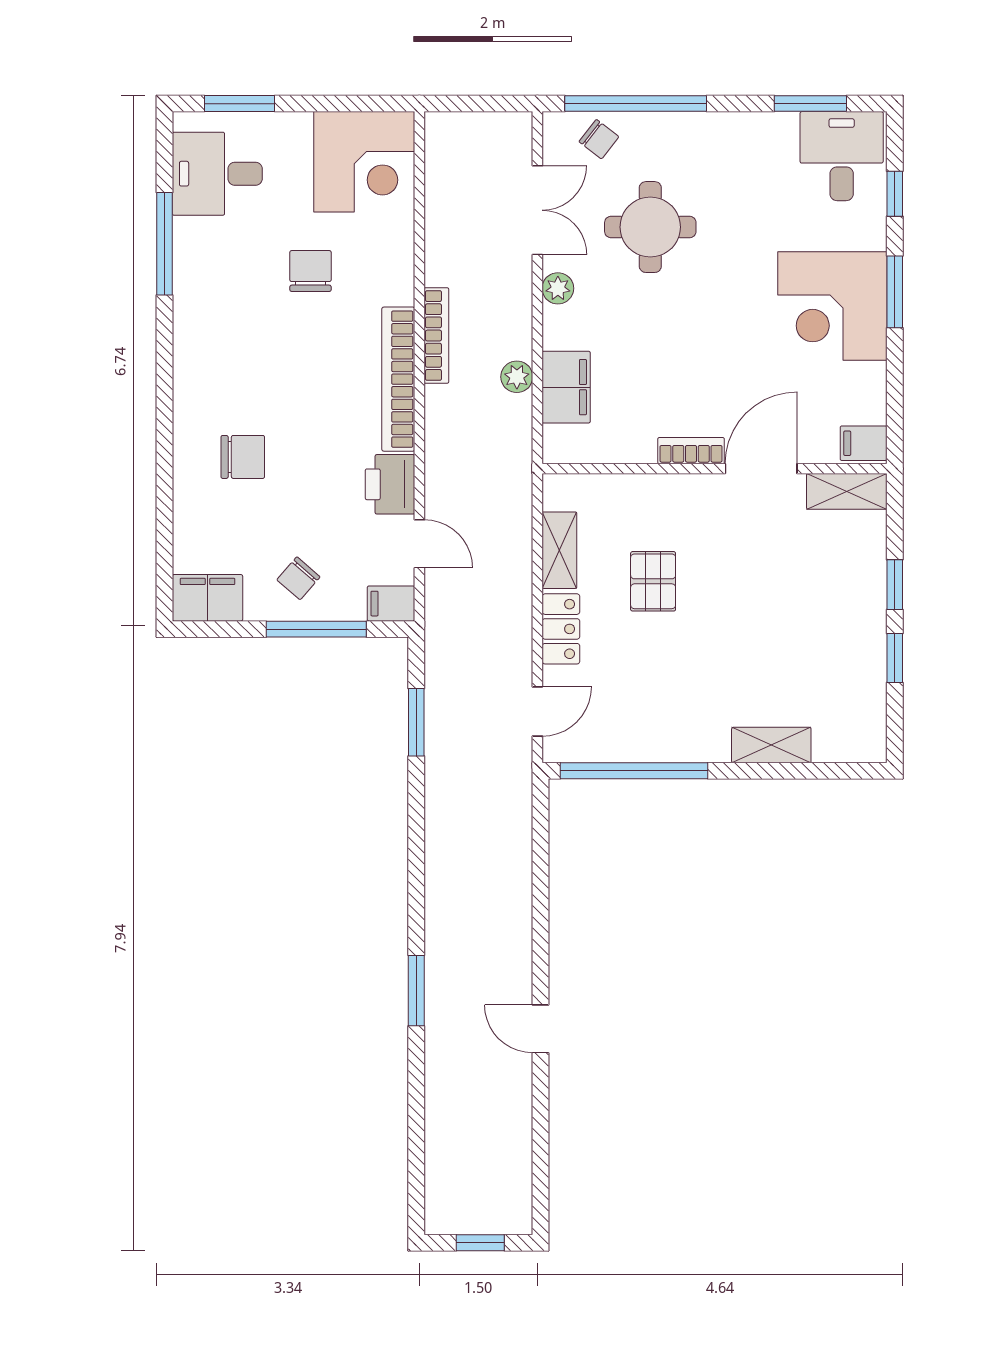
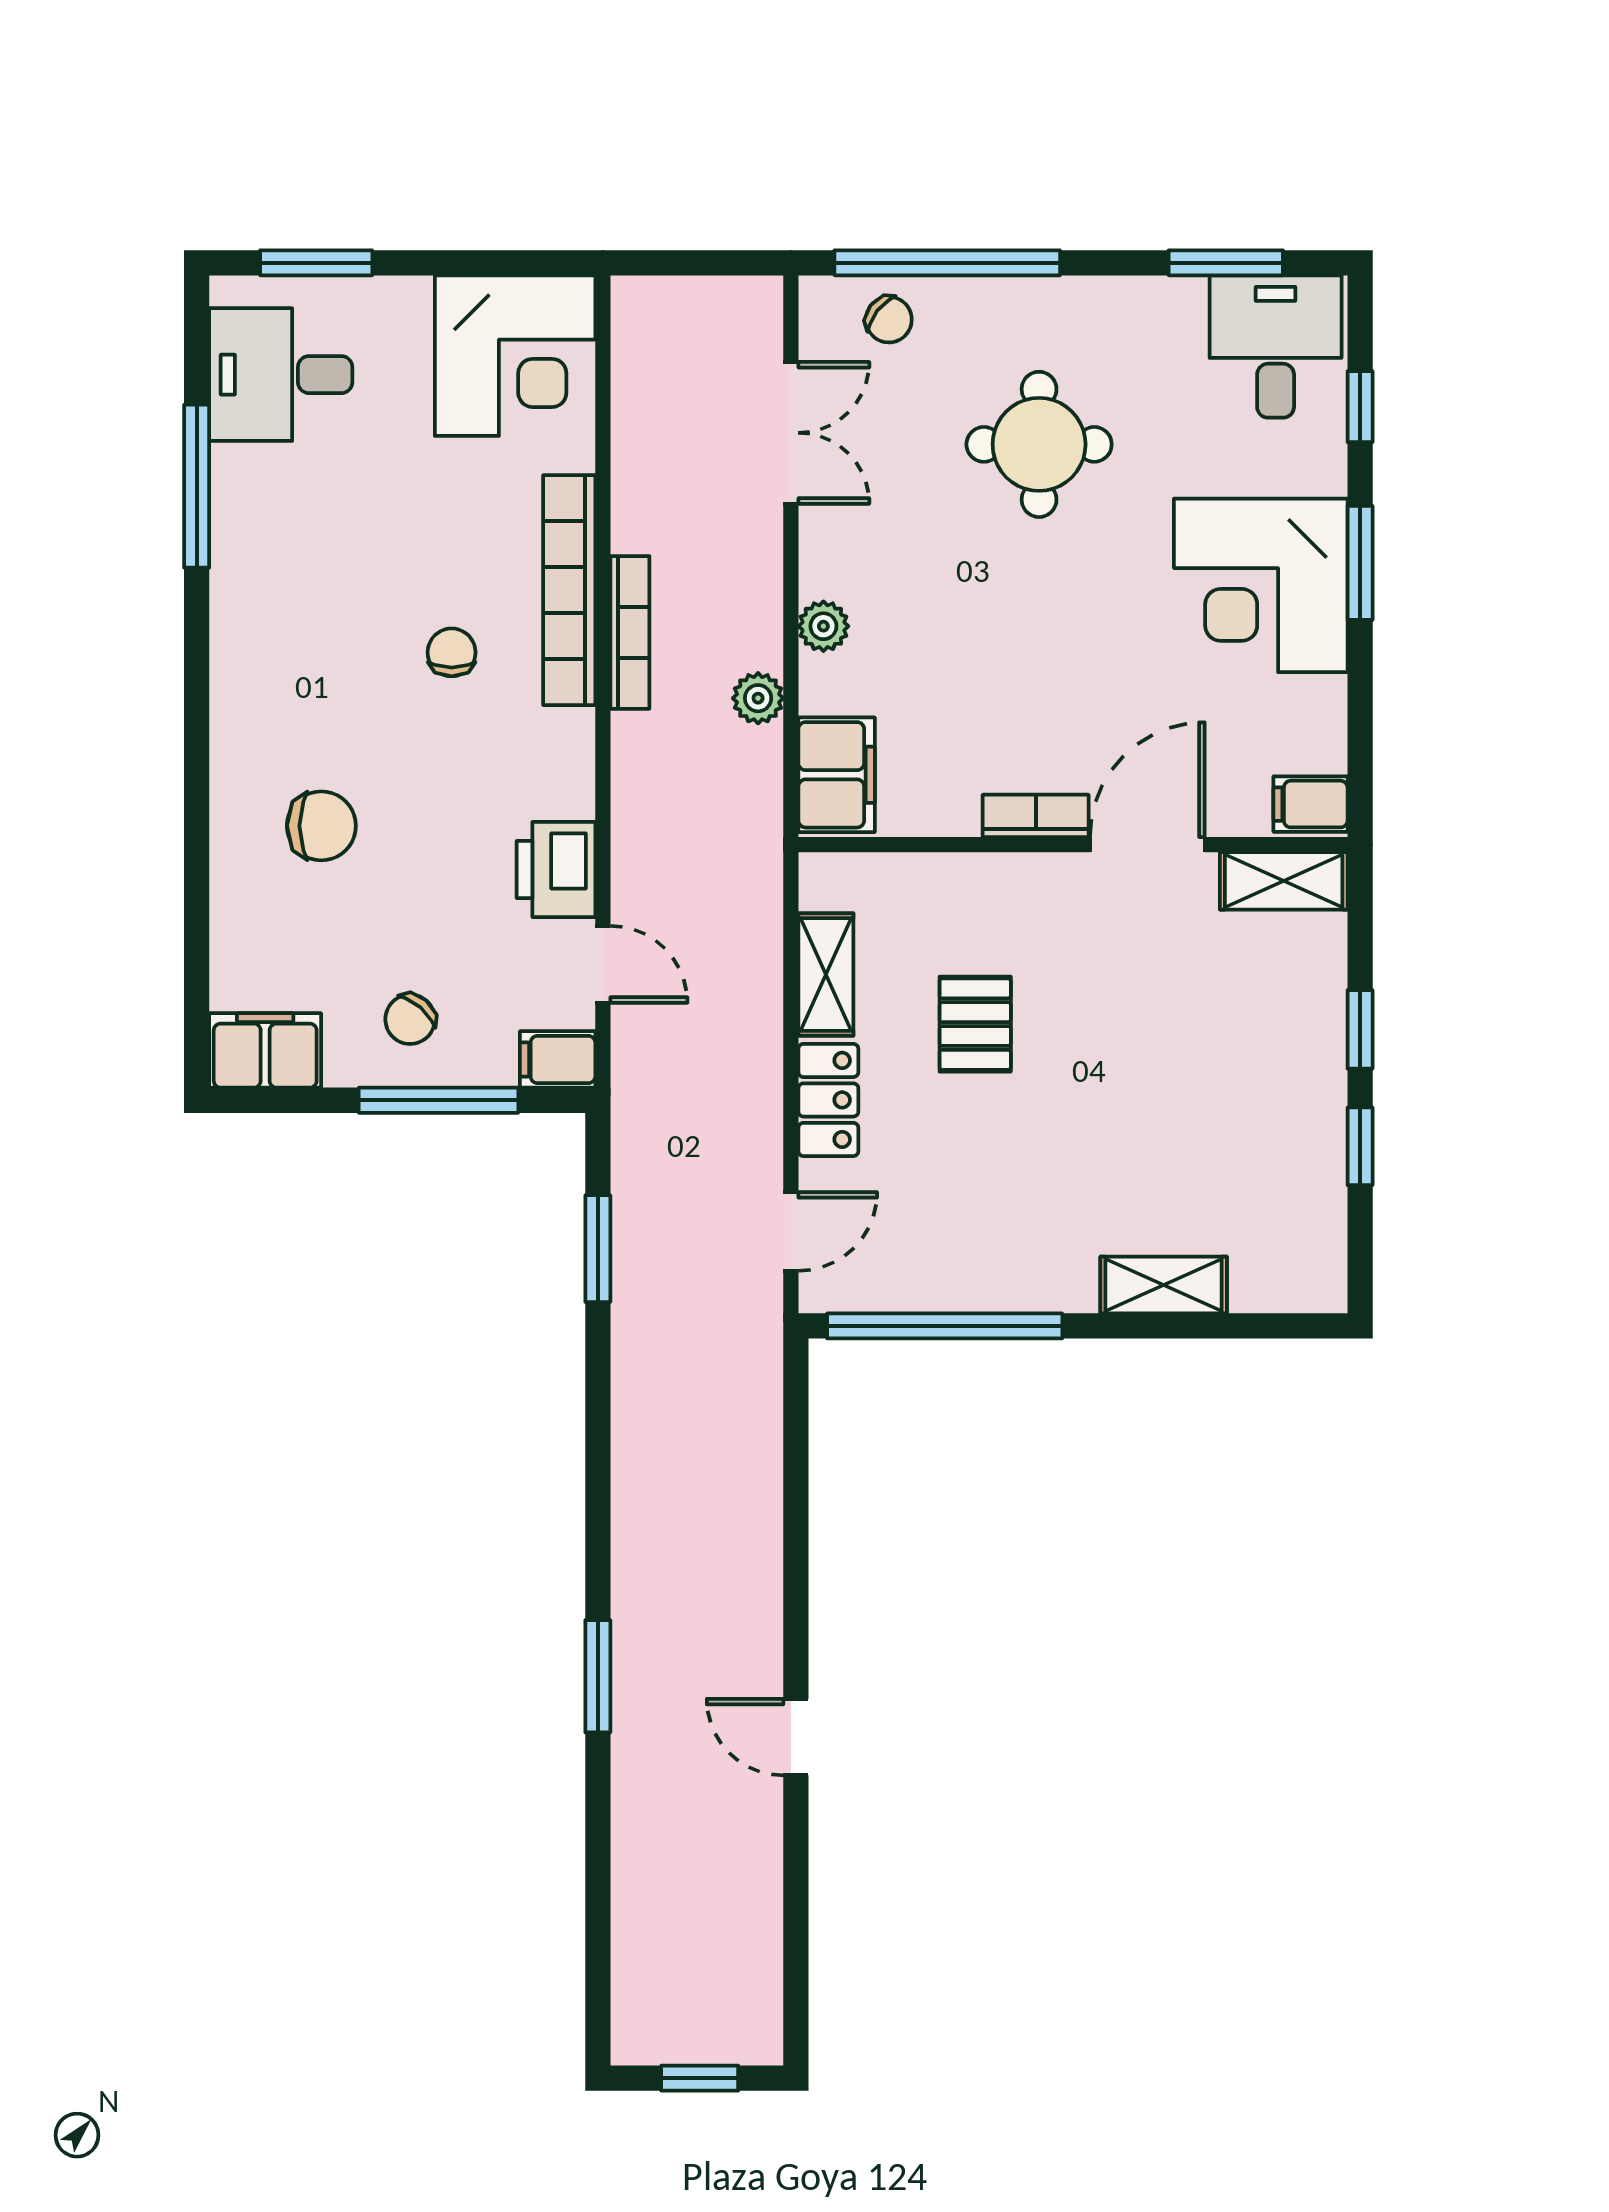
round table: (650, 227) -> (1039, 444), moved
chair: (310, 271) -> (452, 652), moved, width x0.73, depth x0.73
plant: (558, 288) -> (823, 626), moved
bookcase: (398, 379) -> (569, 590), moved
filing cabinet: (566, 387) -> (837, 775), moved

